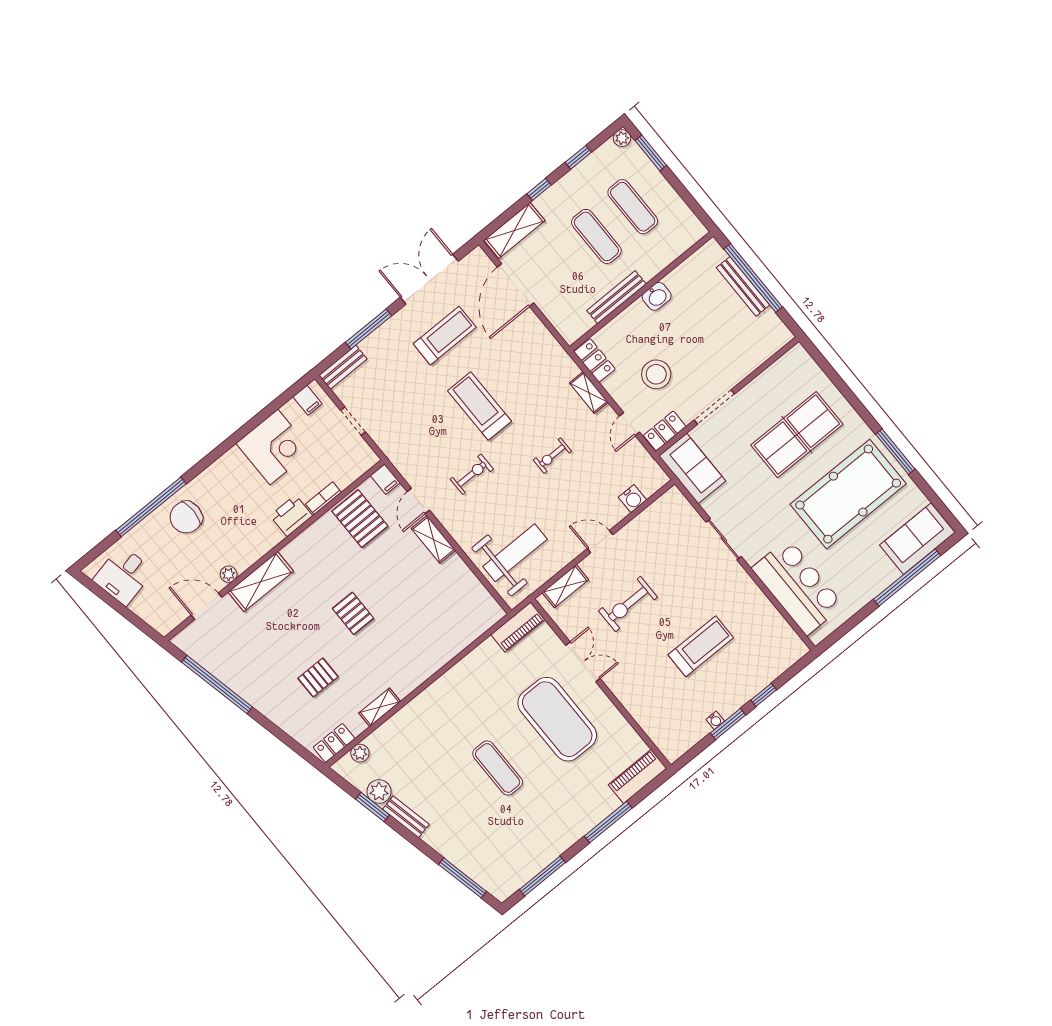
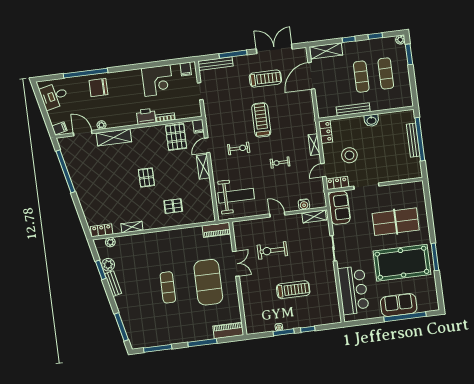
bench: (343, 367) -> (215, 64), width x1.36
sofa: (917, 539) -> (399, 305), moved
shelving: (565, 586) -> (314, 216), moved
filing cabinet: (164, 622) -> (59, 128), added
pallet: (318, 677) -> (173, 206), moved

